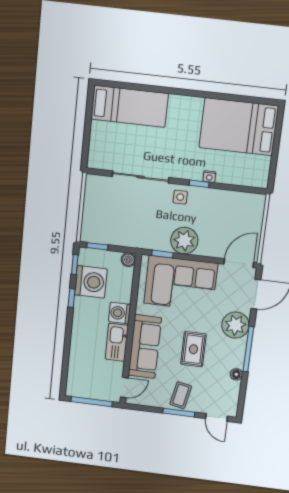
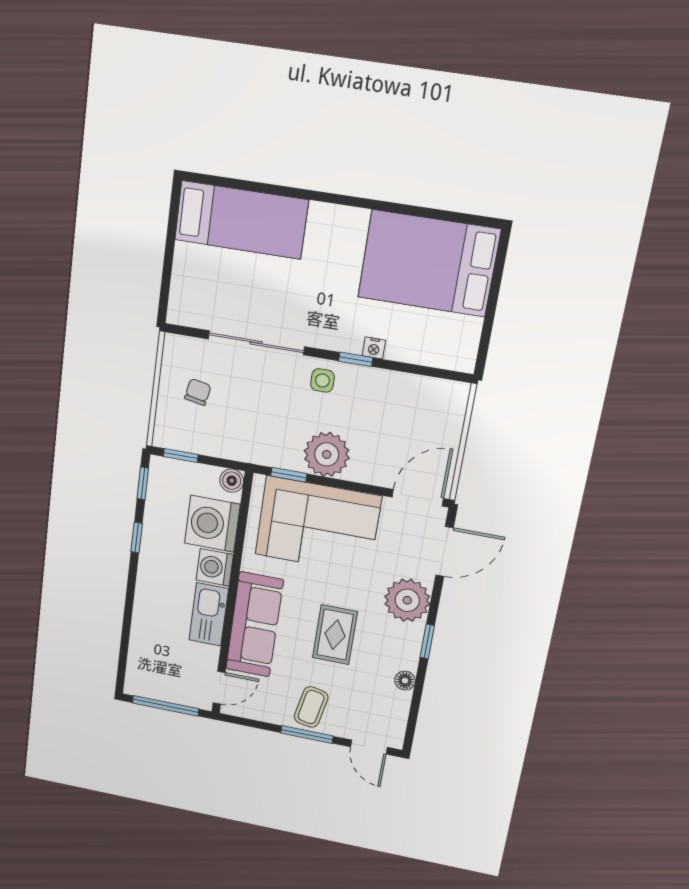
chair: (107, 208) -> (198, 392), added
washing machine: (91, 282) -> (212, 524), moved, turned 180
window: (248, 349) -> (427, 641), width x0.46

